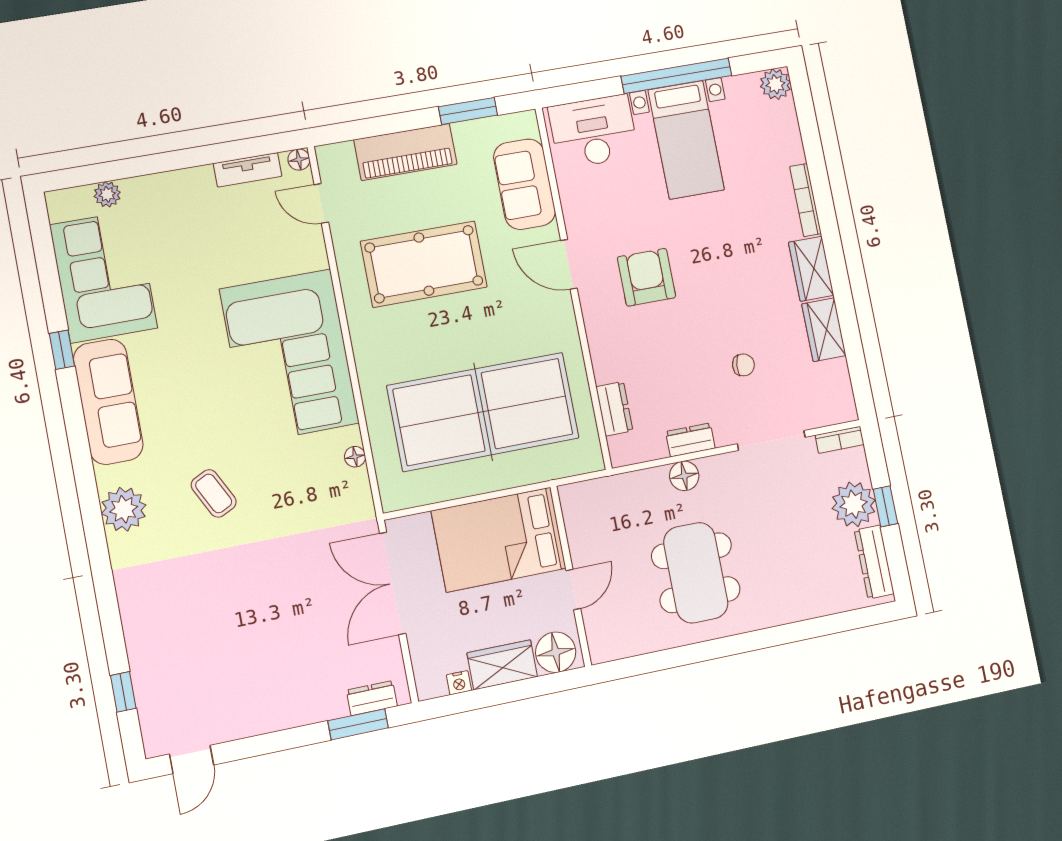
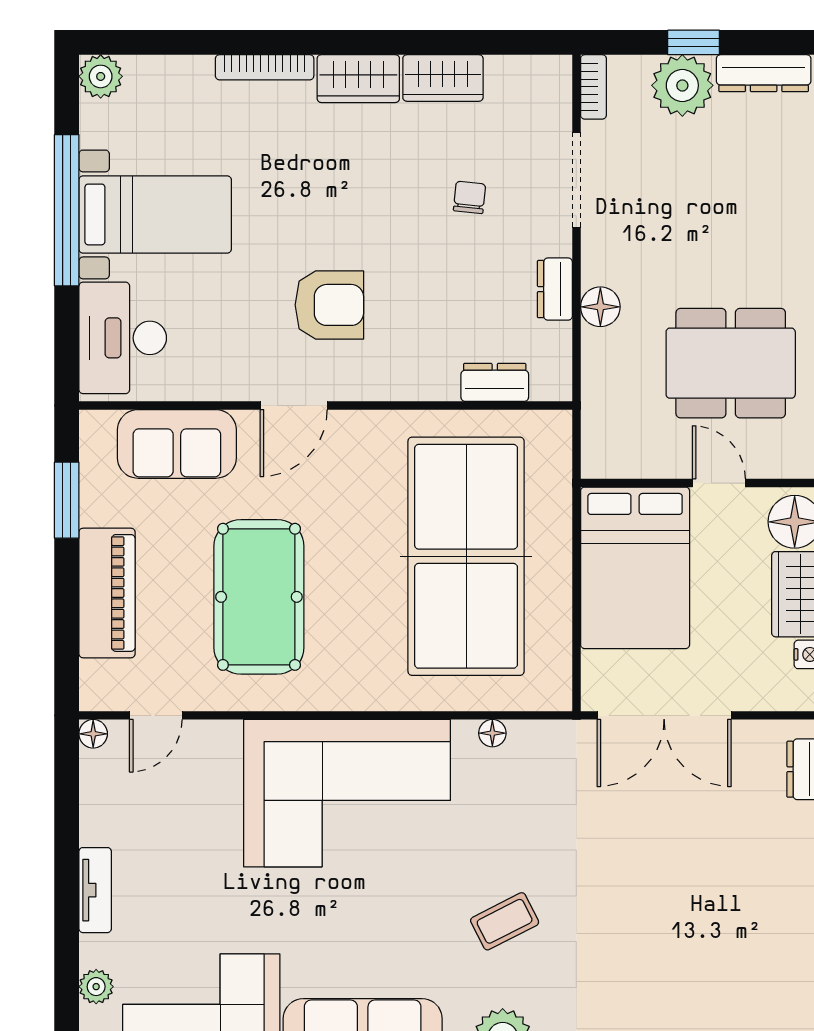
tv unit: (248, 170) -> (95, 890), moved
armchair: (646, 277) -> (329, 305), turned 180
dining table: (696, 573) -> (731, 363), moved

